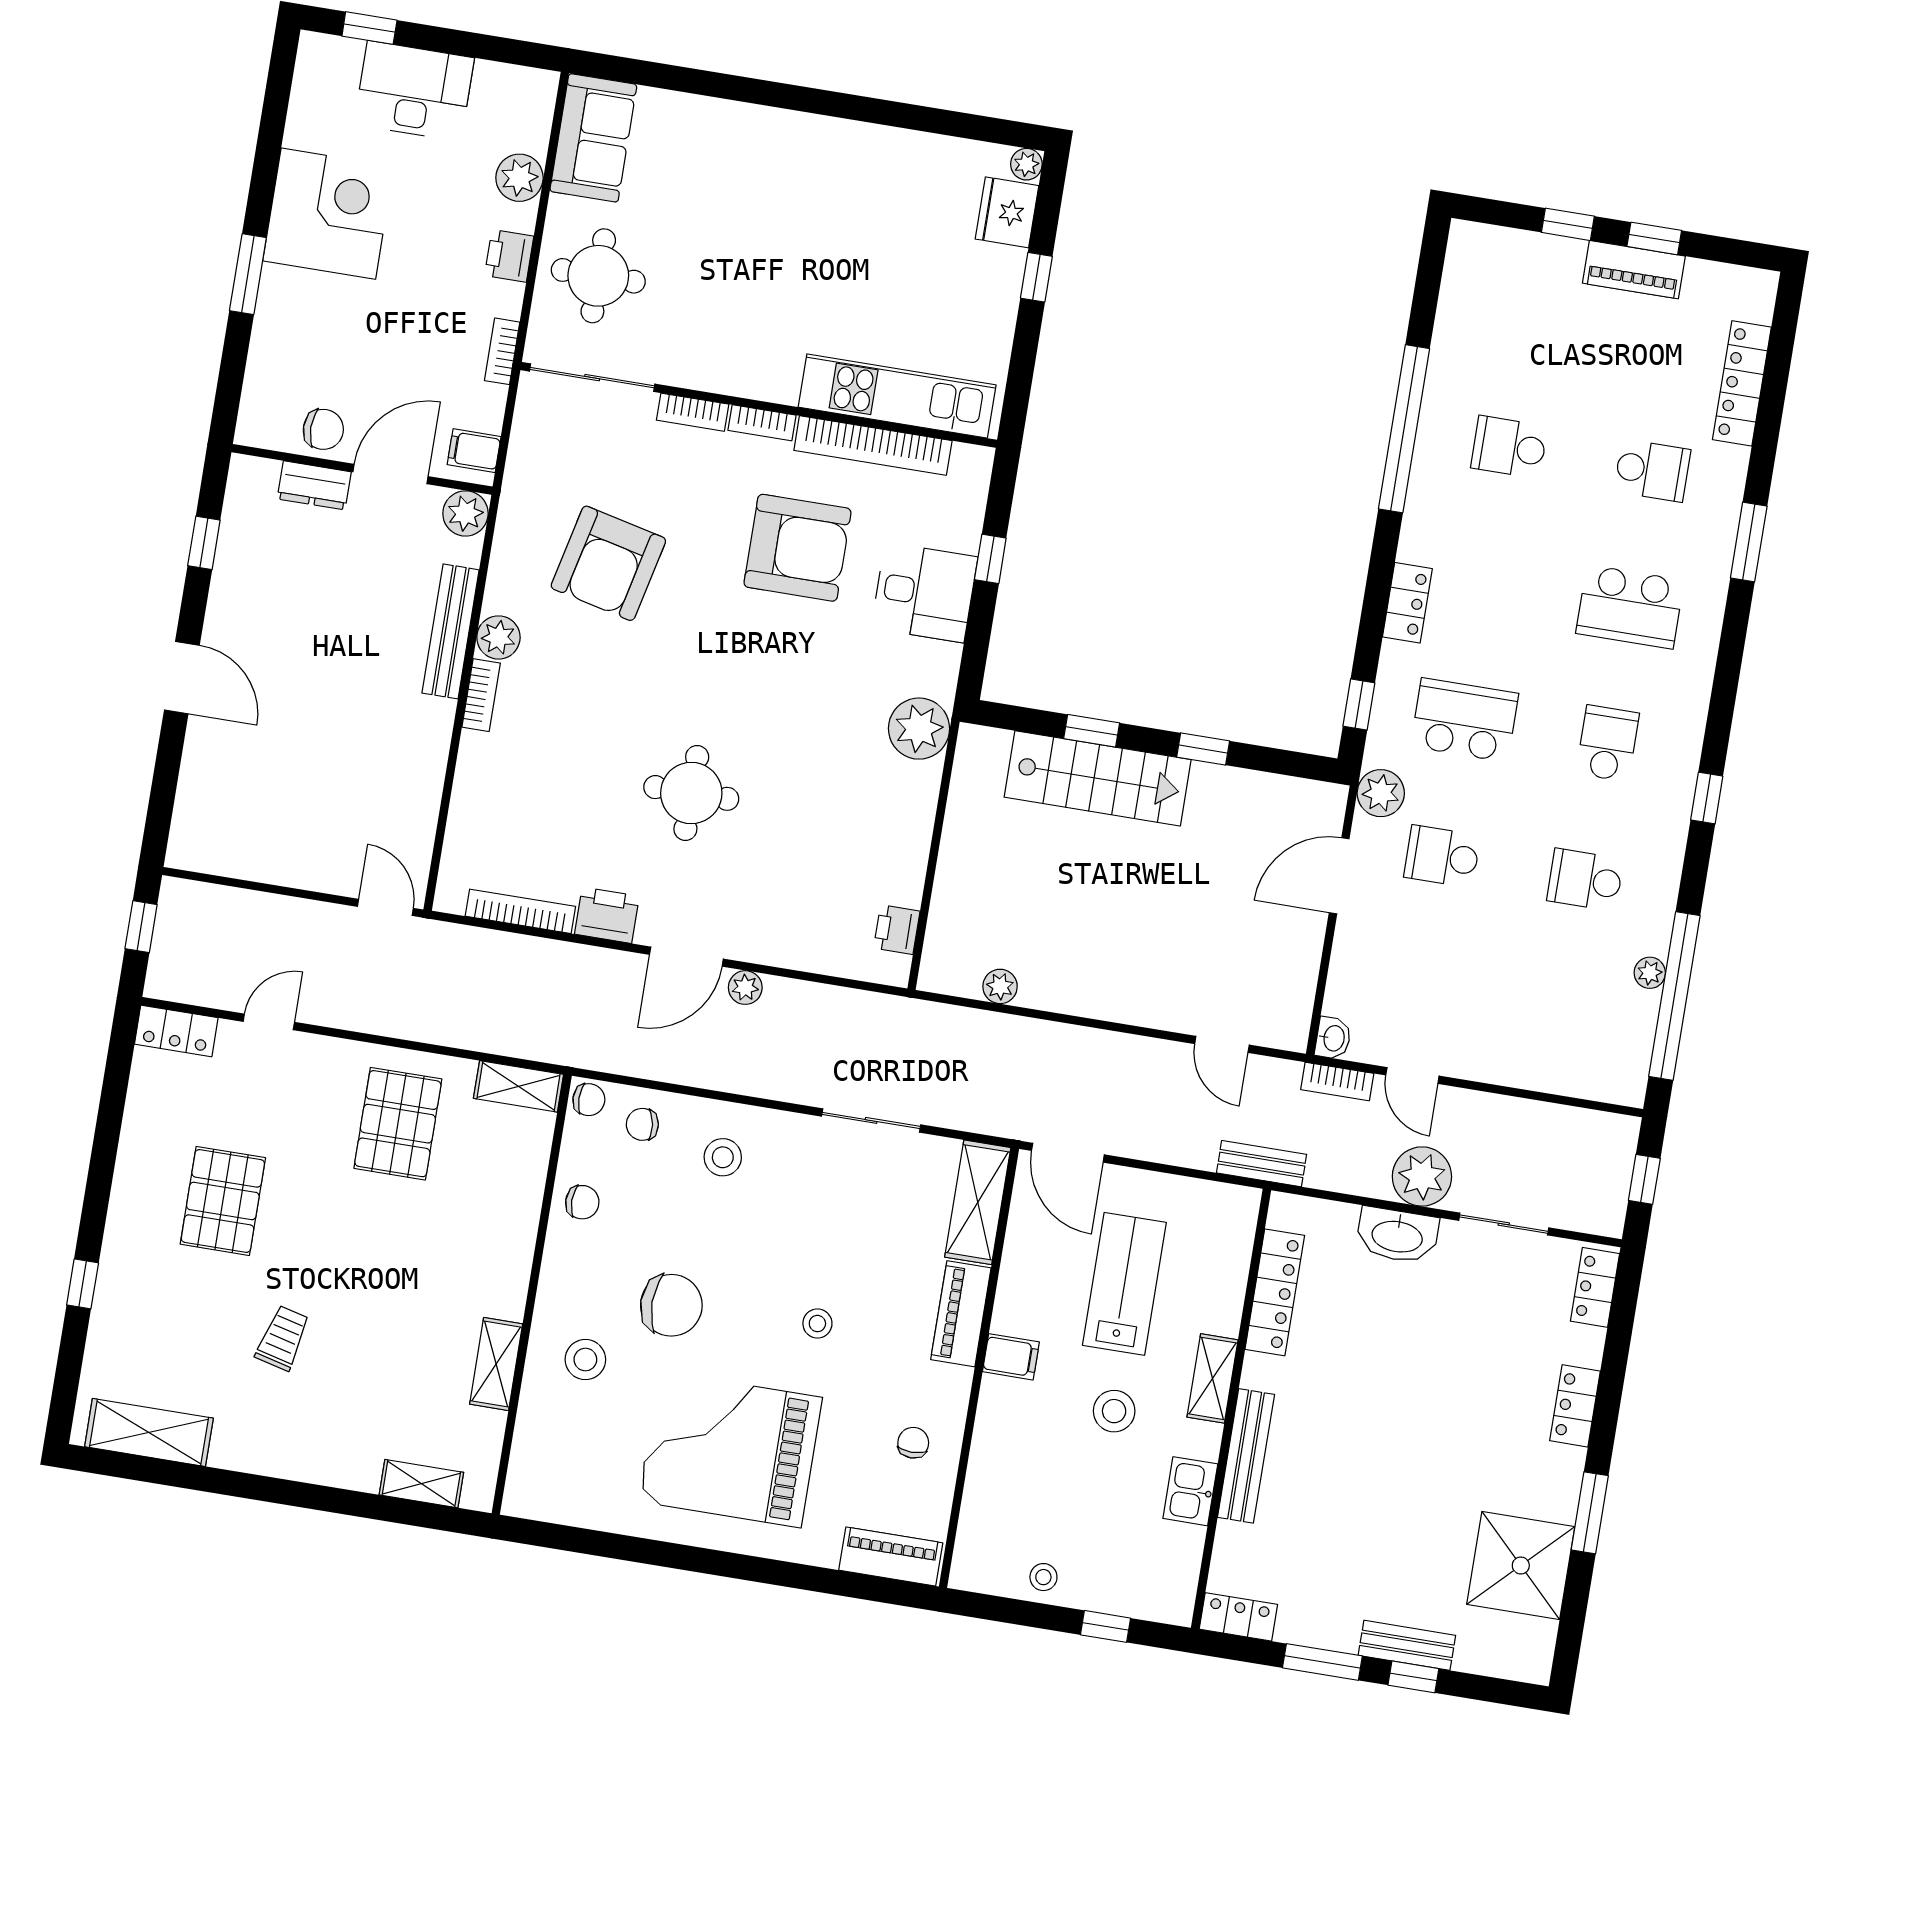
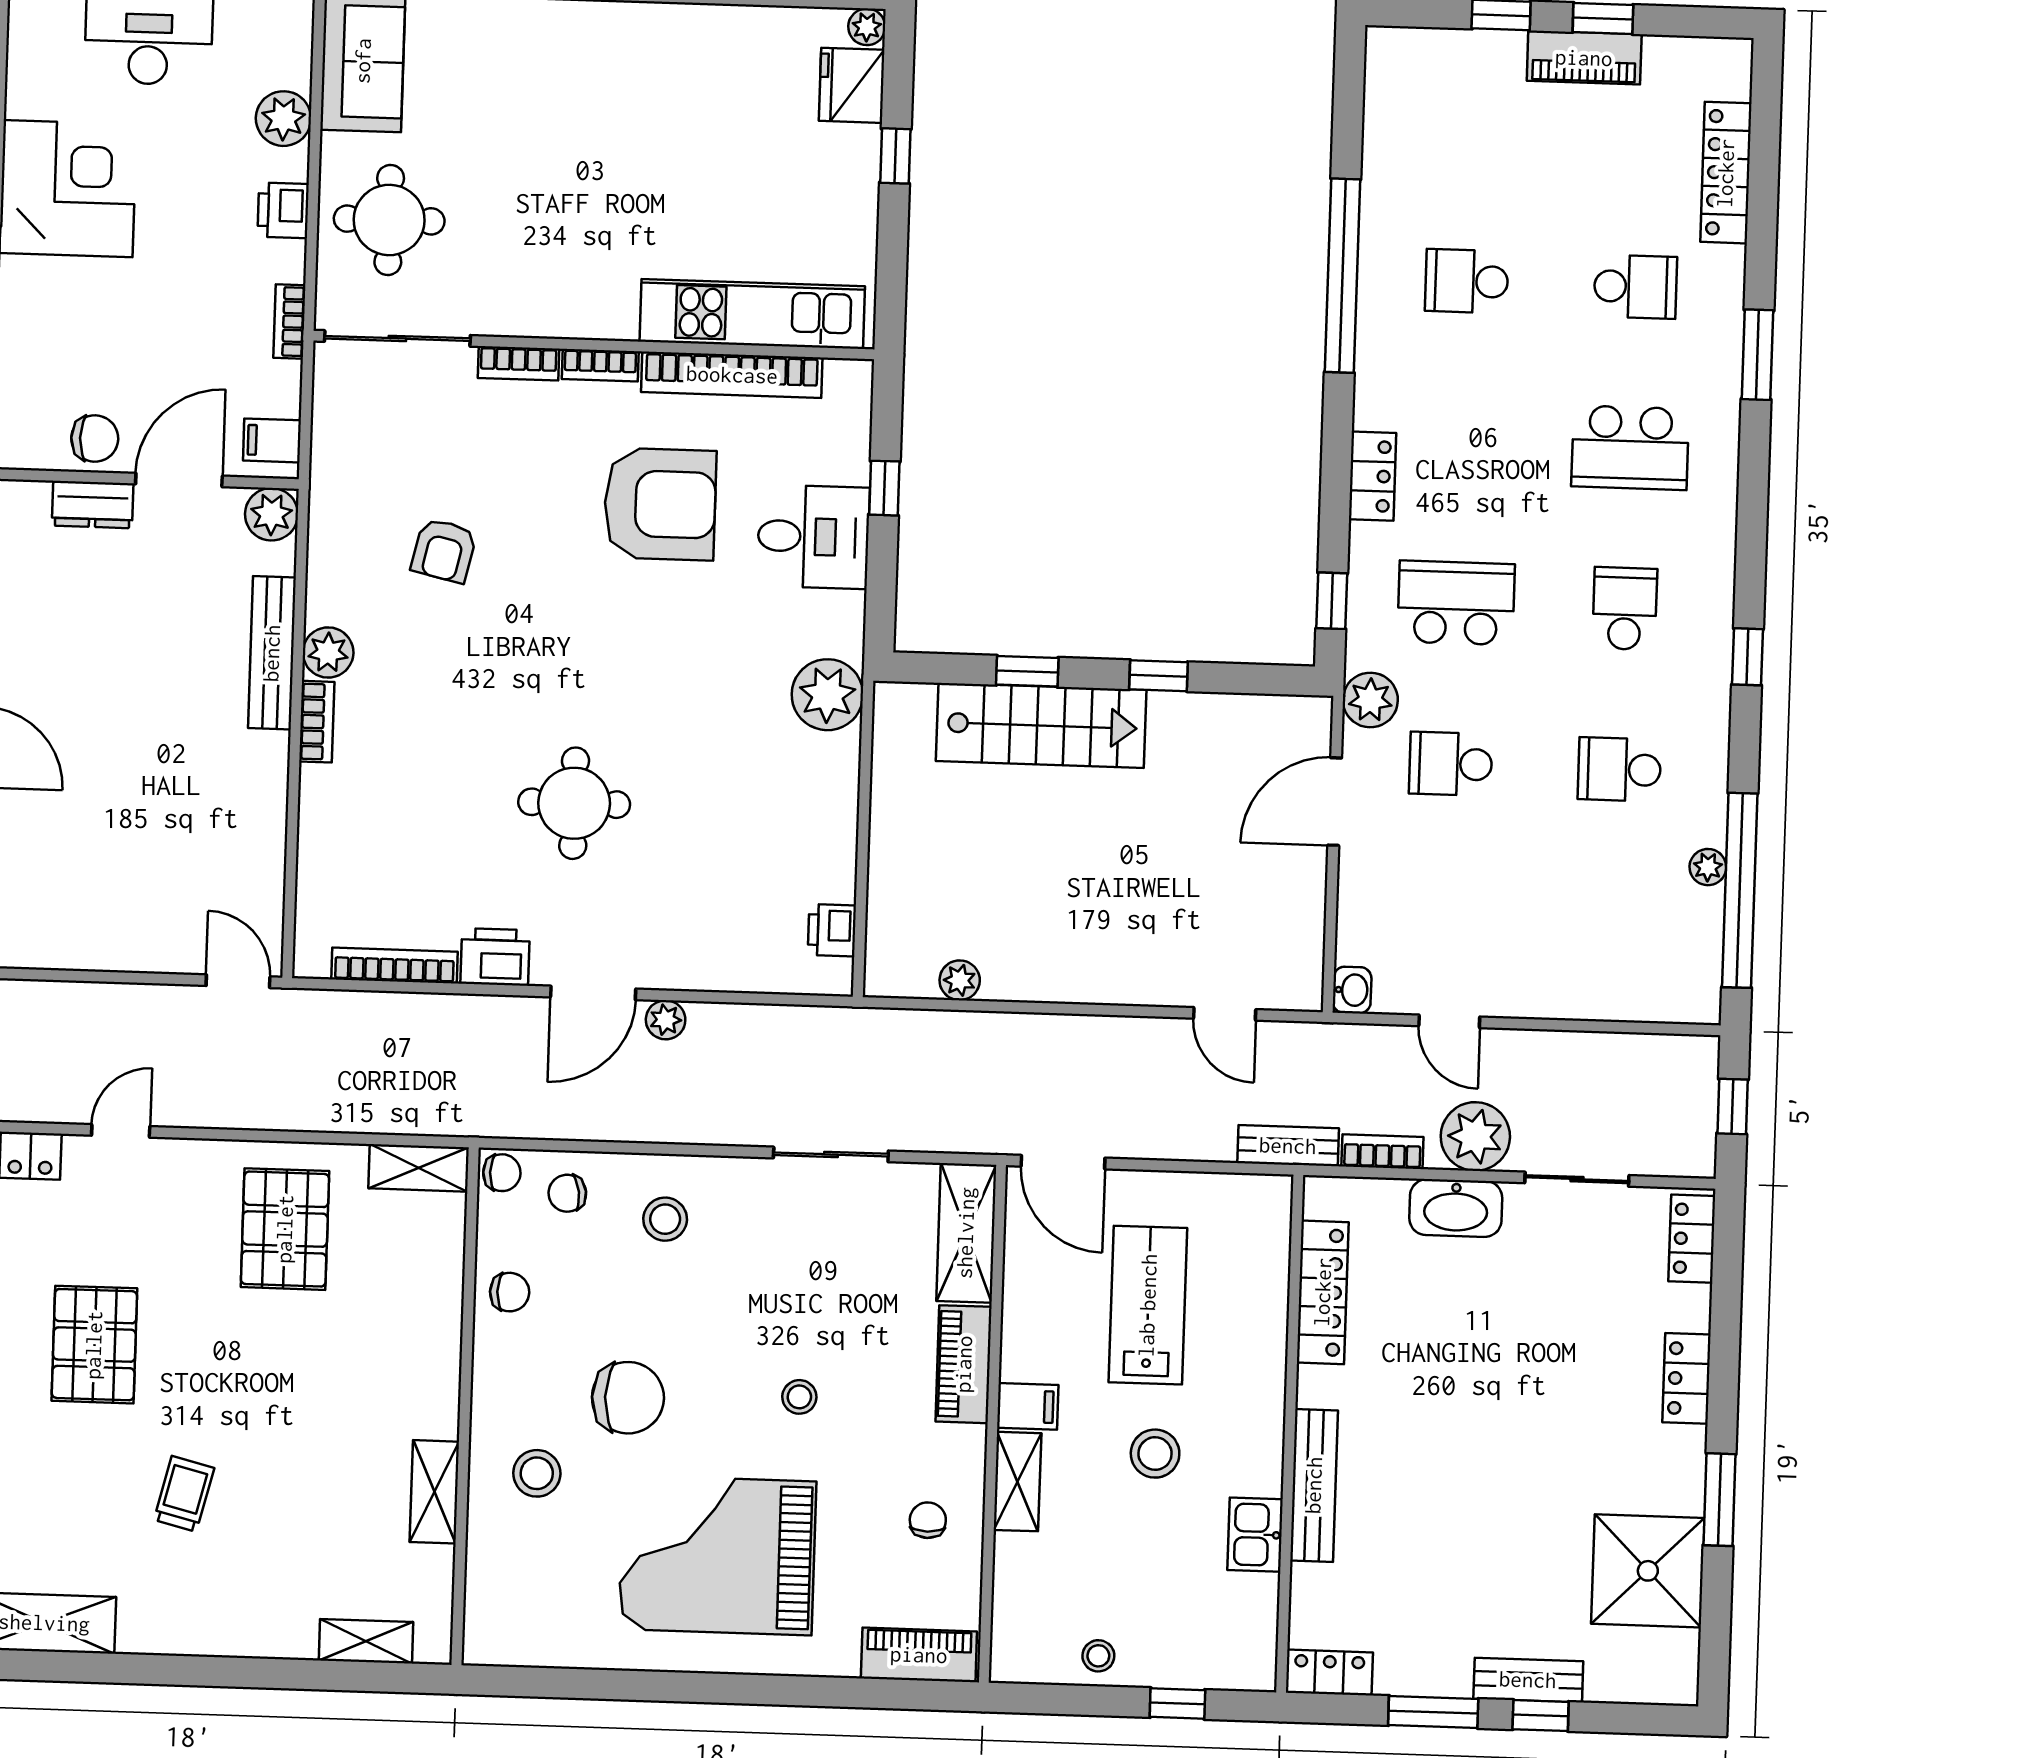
armchair: (608, 563) -> (444, 550), width x0.53, depth x0.53
bookcase: (1337, 1081) -> (1382, 1152), moved, turned 180
shelving: (1213, 1378) -> (1017, 1482), moved

